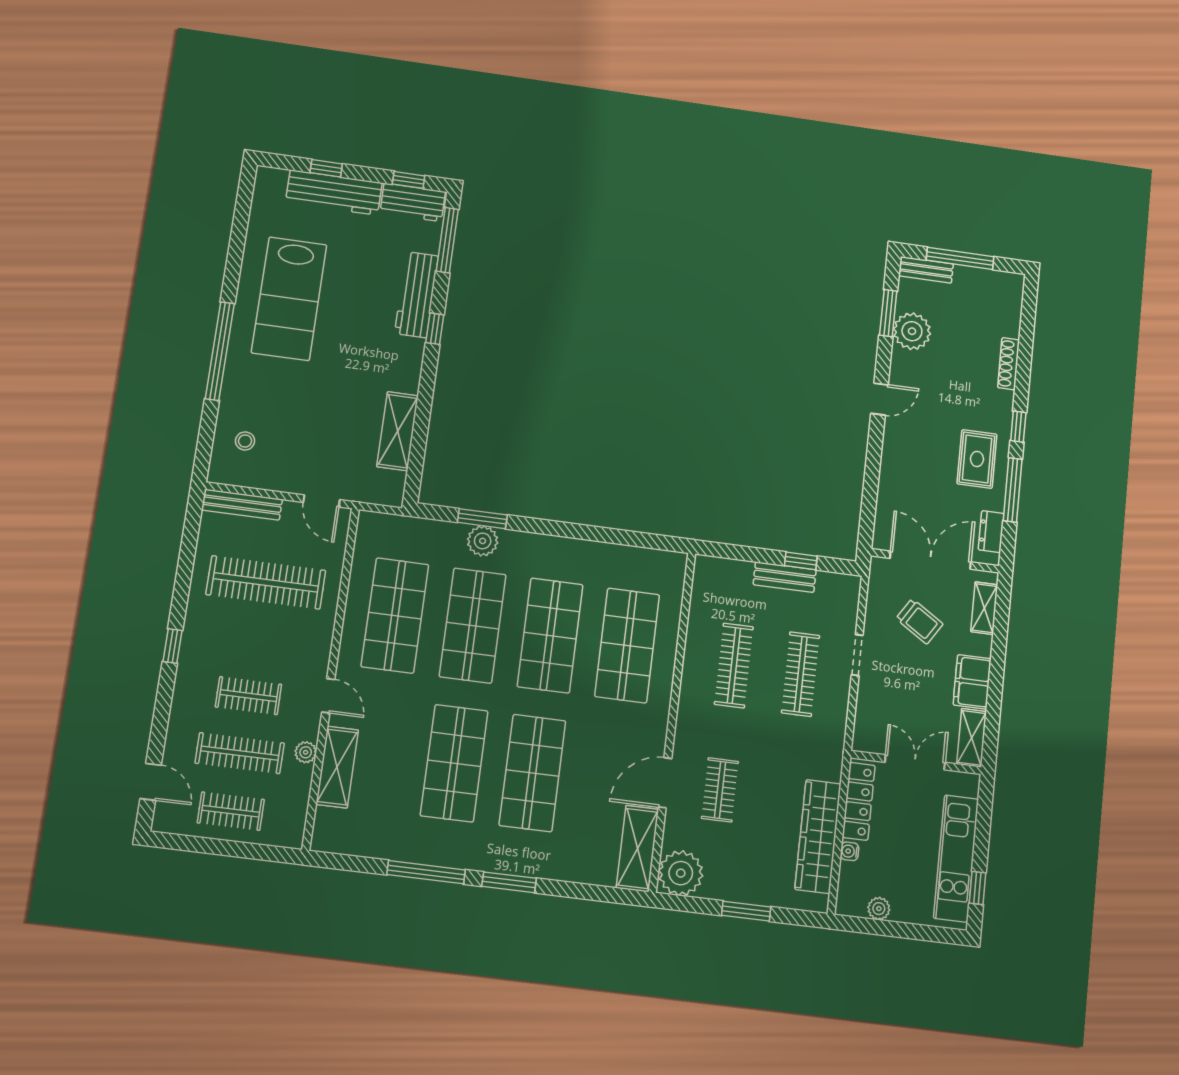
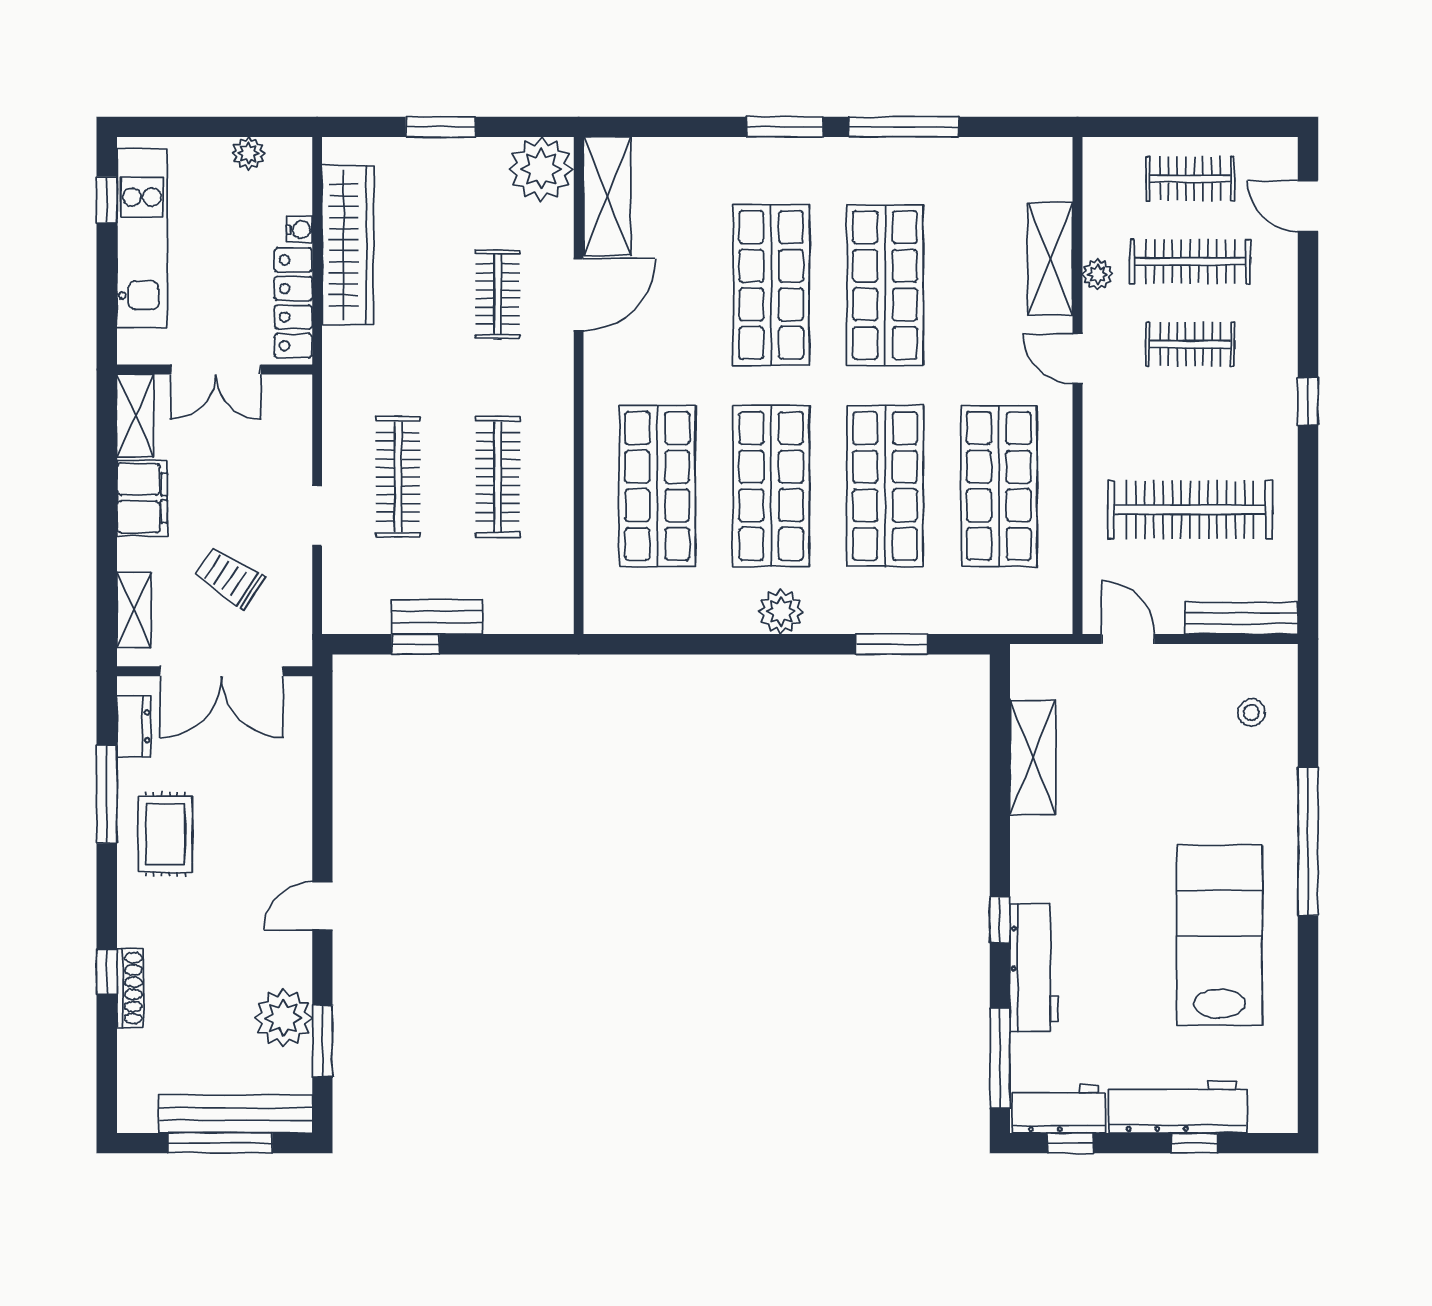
bench: (926, 270) -> (236, 1114), width x1.86, depth x1.21
window: (1018, 427) -> (107, 972), moved
plant: (483, 541) -> (781, 612), moved

